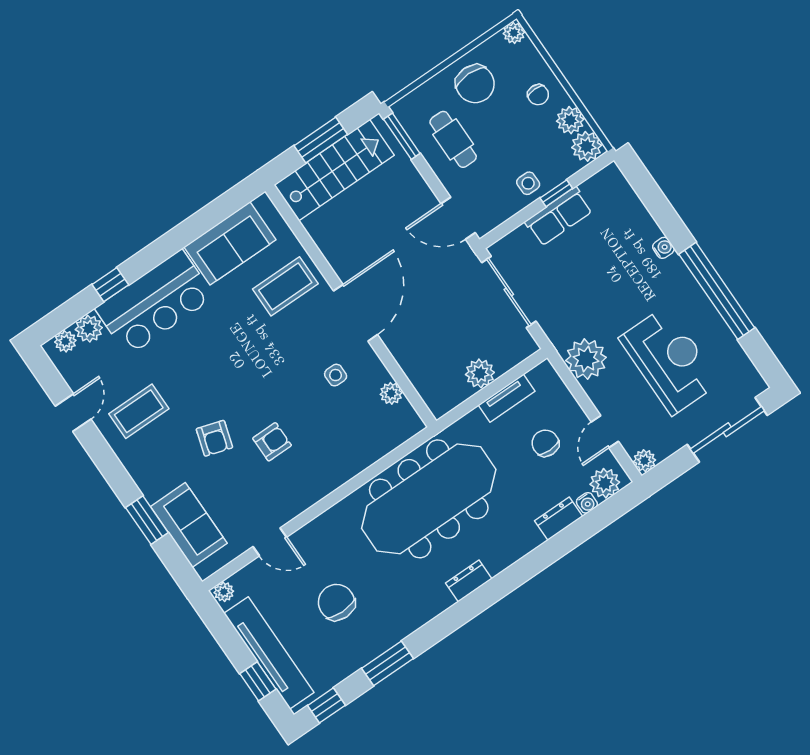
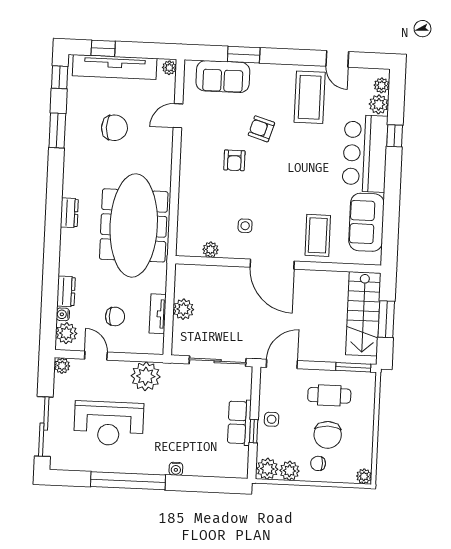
chair: (475, 84) -> (328, 435), moved, turned -90
coffee table: (139, 411) -> (310, 97), width x1.36, depth x1.32

